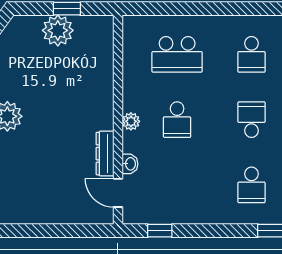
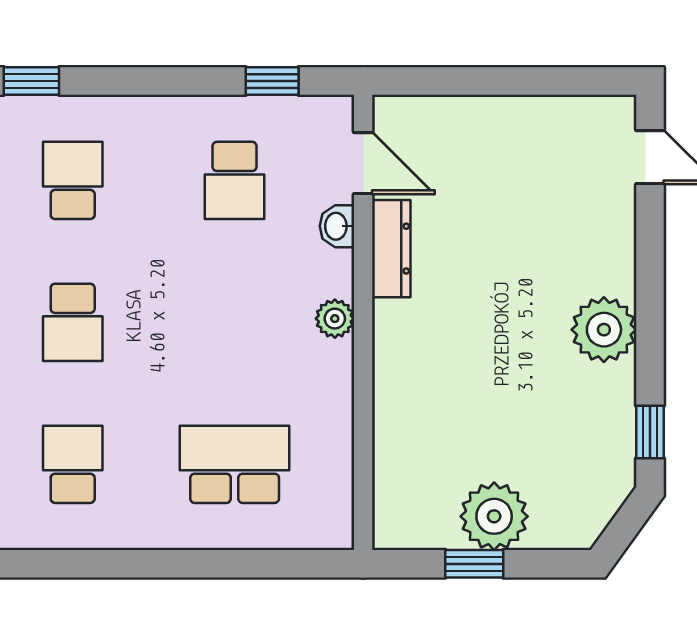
school desk: (177, 120) -> (235, 180), moved, turned 180

